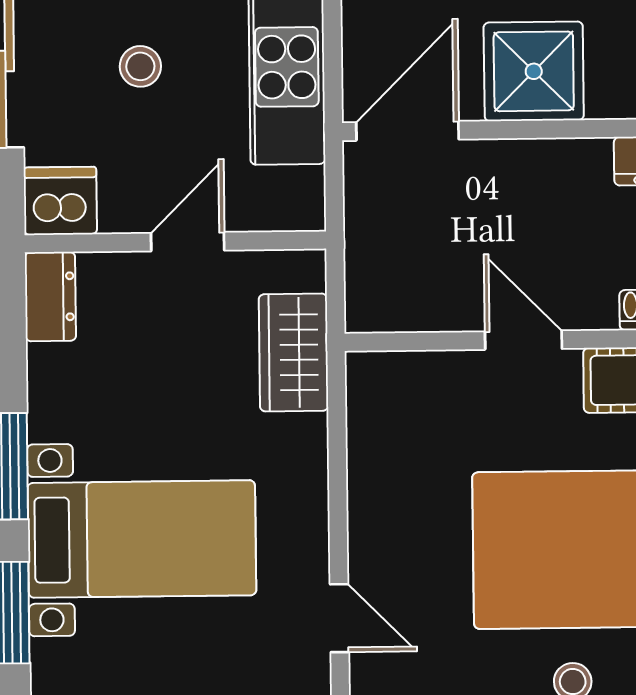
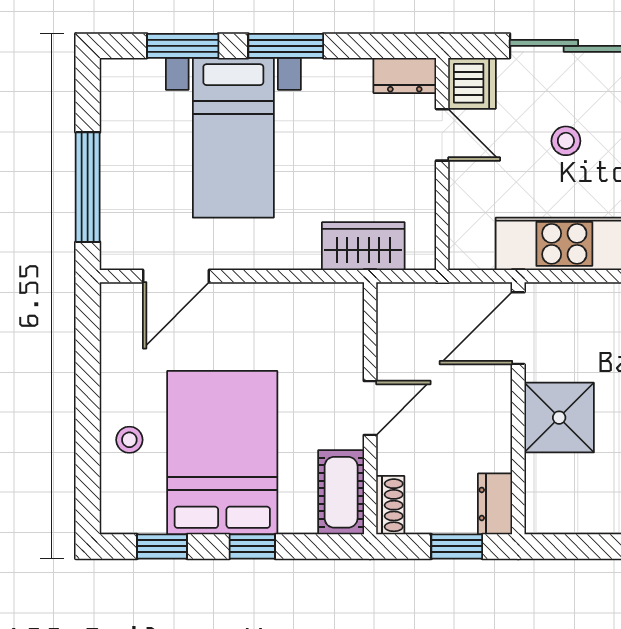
door: (407, 131) -> (518, 328), swing flipped
door: (188, 242) -> (442, 135), moved
door: (339, 618) -> (176, 276), width x1.38

